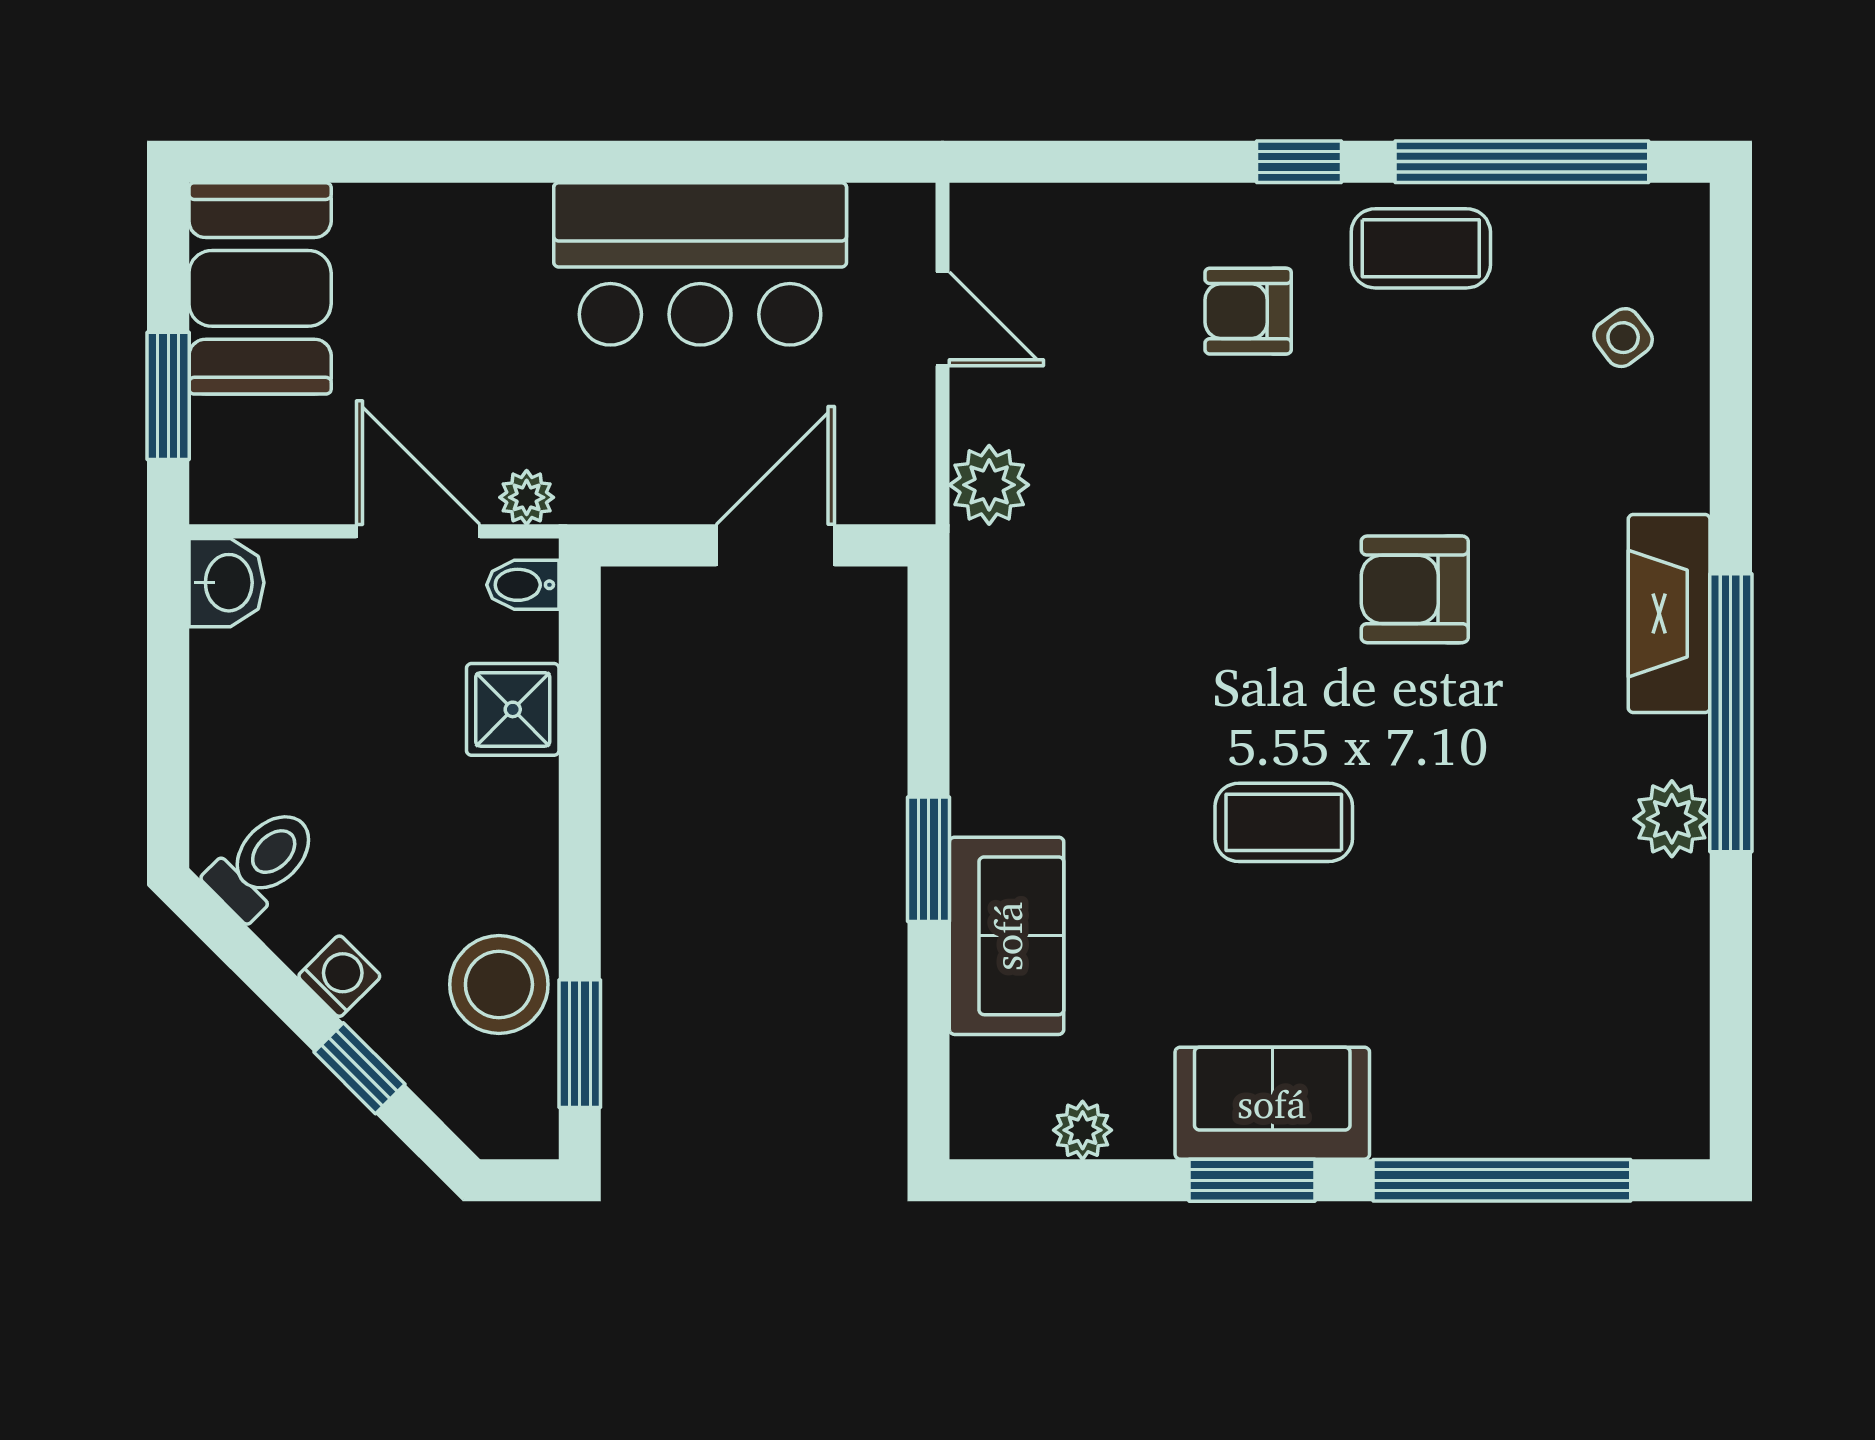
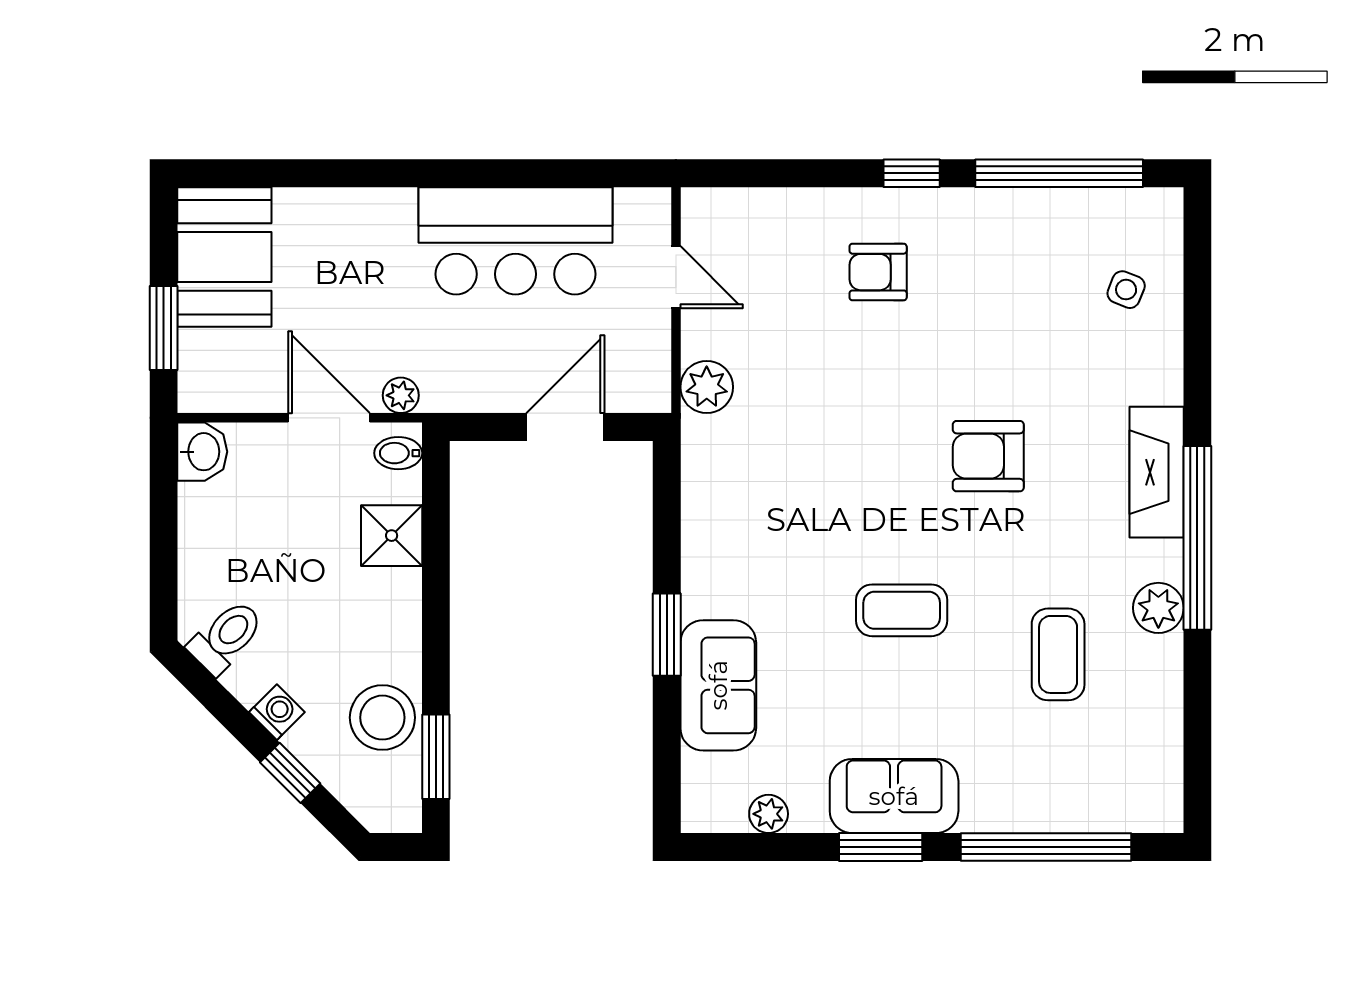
coffee table: (1421, 248) -> (1058, 654), moved, turned 90
side table: (1623, 338) -> (1126, 290), turned -31

